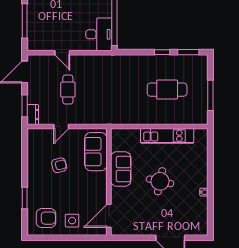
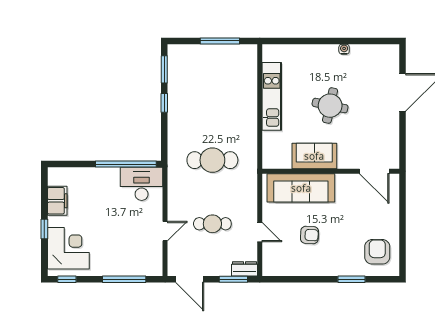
cafe table: (167, 90) -> (212, 160), moved, turned 90
sofa: (96, 152) -> (301, 188), width x1.36
armchair: (59, 165) -> (309, 235), turned 107
side table: (72, 221) -> (380, 218), removed

